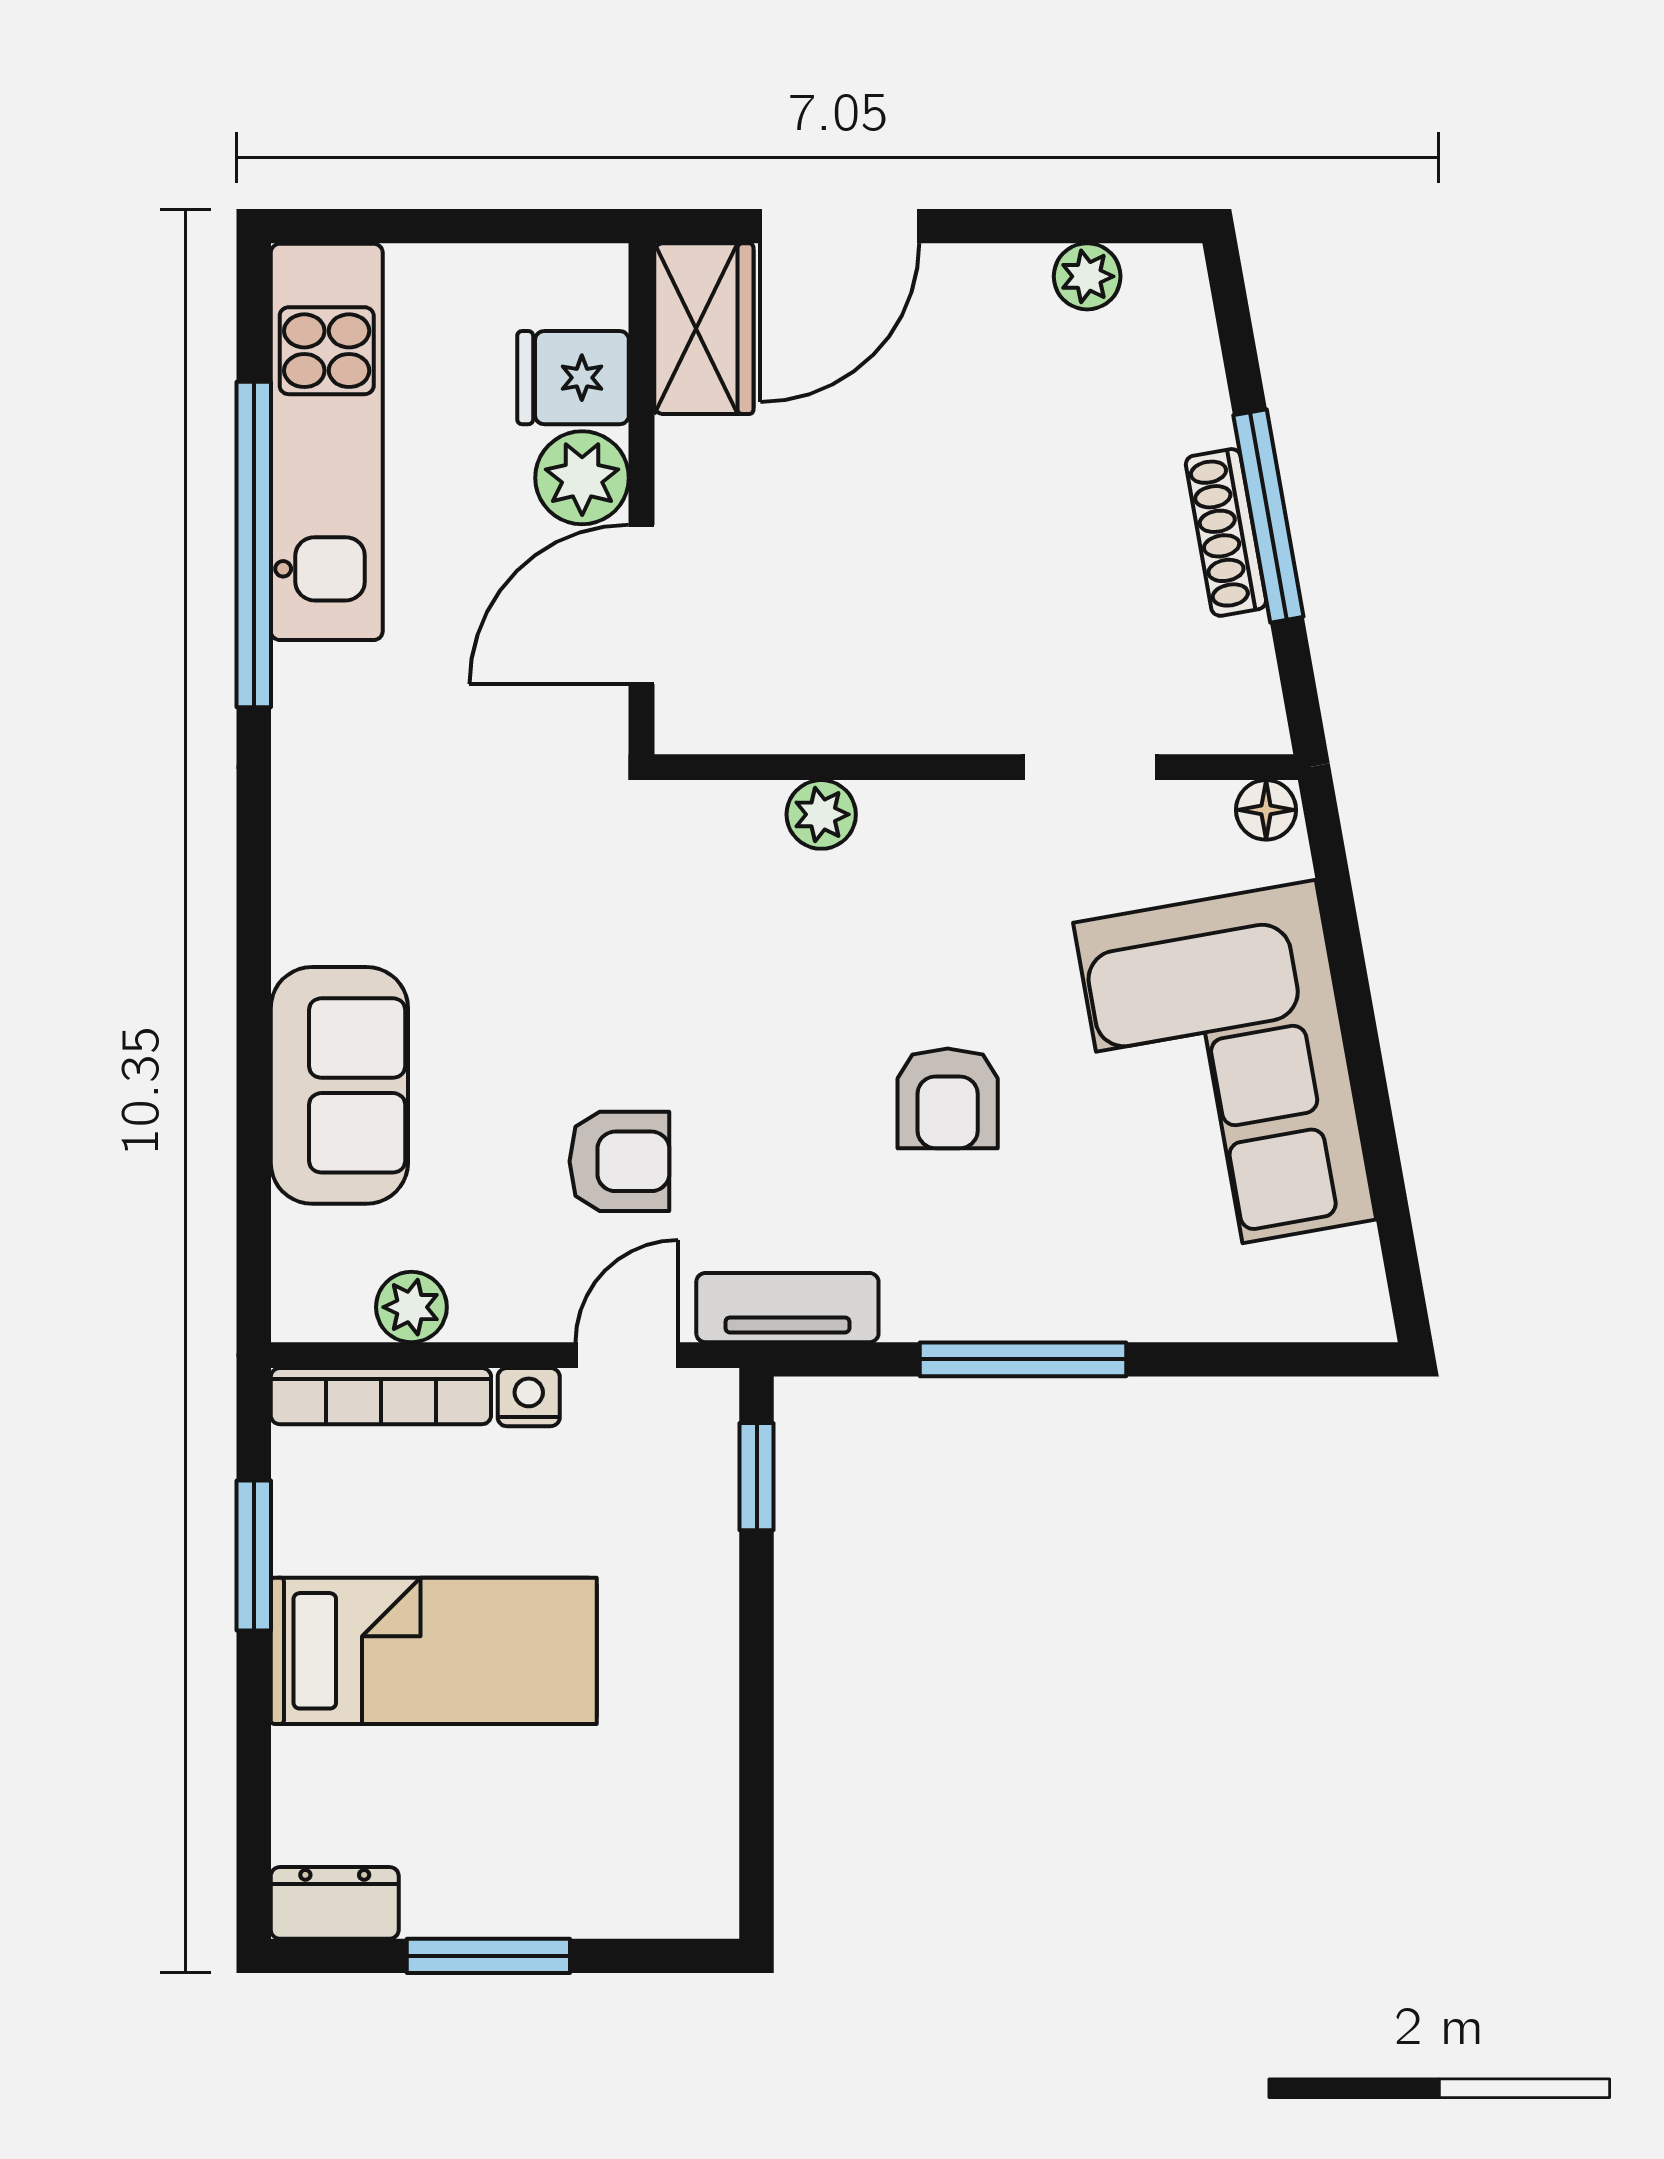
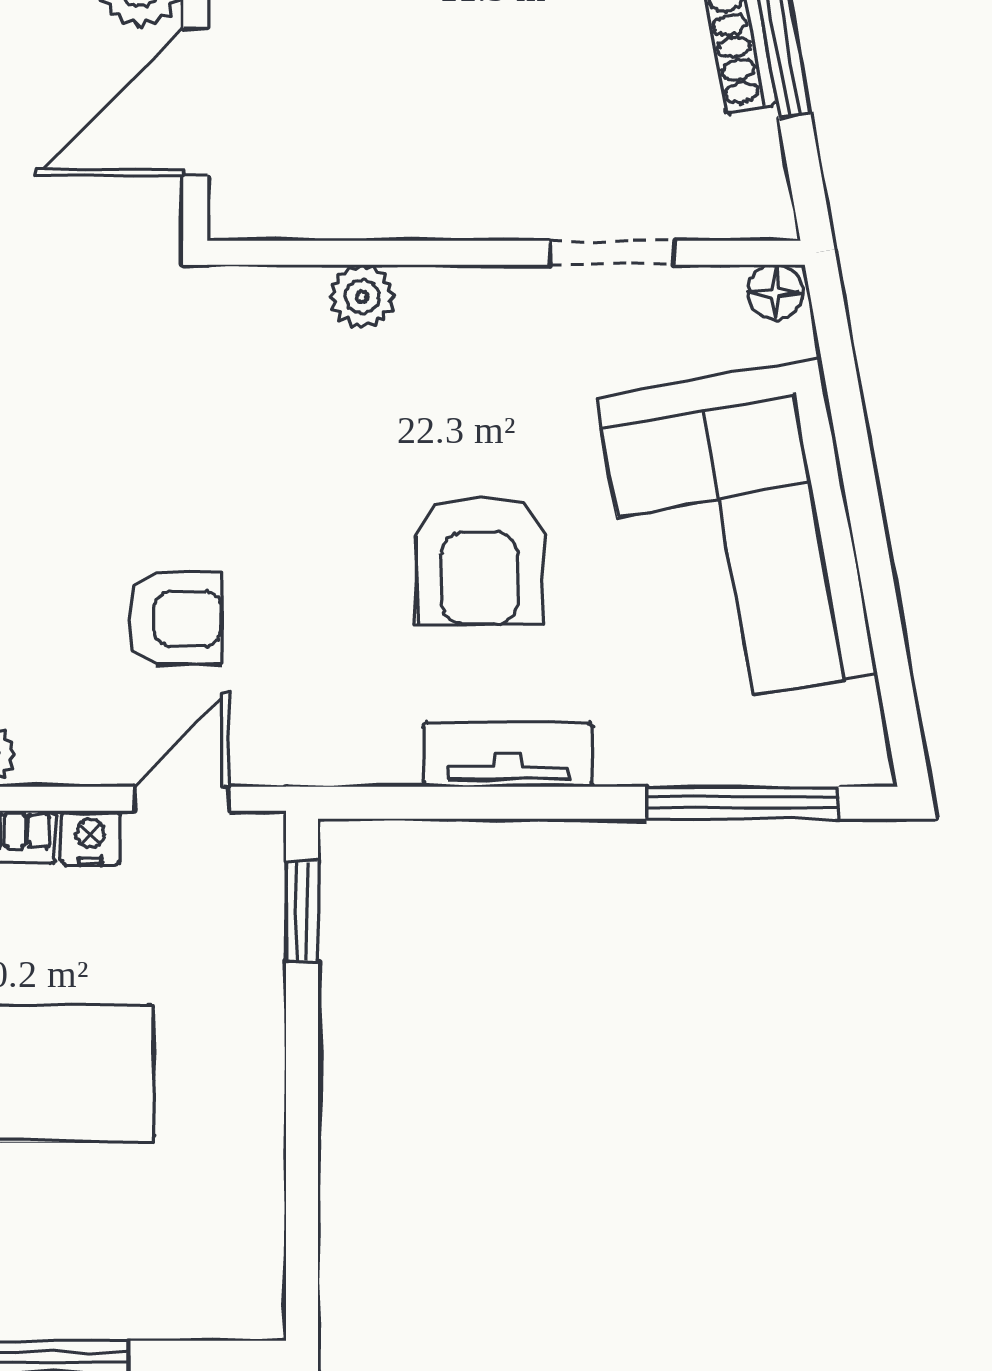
armchair: (948, 1098) -> (480, 560), width x1.38, depth x1.38
tv unit: (787, 1308) -> (508, 755), moved
window: (1023, 1359) -> (743, 803), moved

